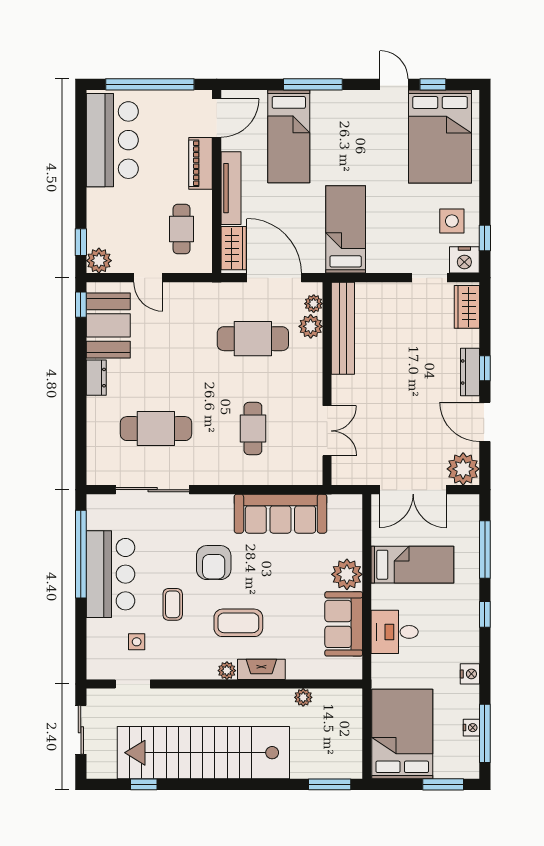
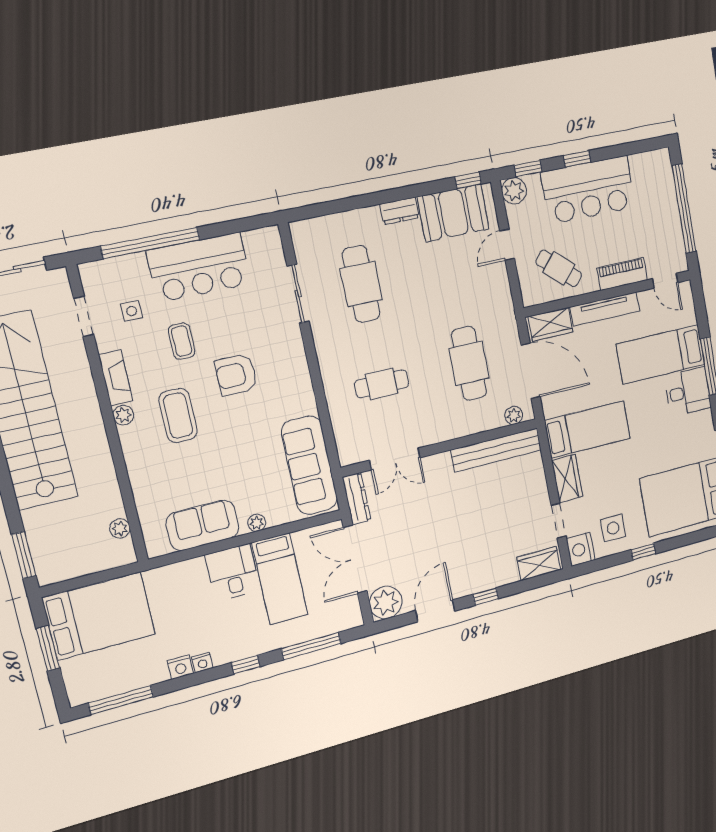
desk: (333, 113) -> (688, 392), added
door: (217, 118) -> (665, 281), width x0.73
bar counter: (112, 140) -> (588, 190), moved
window: (81, 190) -> (577, 159), added
cafe table: (182, 229) -> (559, 268), turned 41
window: (485, 238) -> (643, 552), moved
wardrobe: (389, 260) -> (567, 479), added
door: (274, 278) -> (531, 371), hinge flipped
plant: (311, 326) -> (492, 418), removed
dresser: (470, 372) -> (357, 499), moved, turned 90
sliding door: (153, 490) -> (298, 294), width x0.73
sofa: (280, 514) -> (309, 465), moved
window: (81, 554) -> (150, 243), moved
plant: (347, 574) -> (257, 523), width x0.53, depth x0.53
coffee table: (173, 604) -> (182, 341), turned 90
desk: (395, 632) -> (233, 572), moved
fireplace: (261, 669) -> (116, 378), moved
plant: (303, 697) -> (120, 529), moved
nightstand: (471, 728) -> (202, 663), moved
window: (443, 784) -> (48, 648), moved

